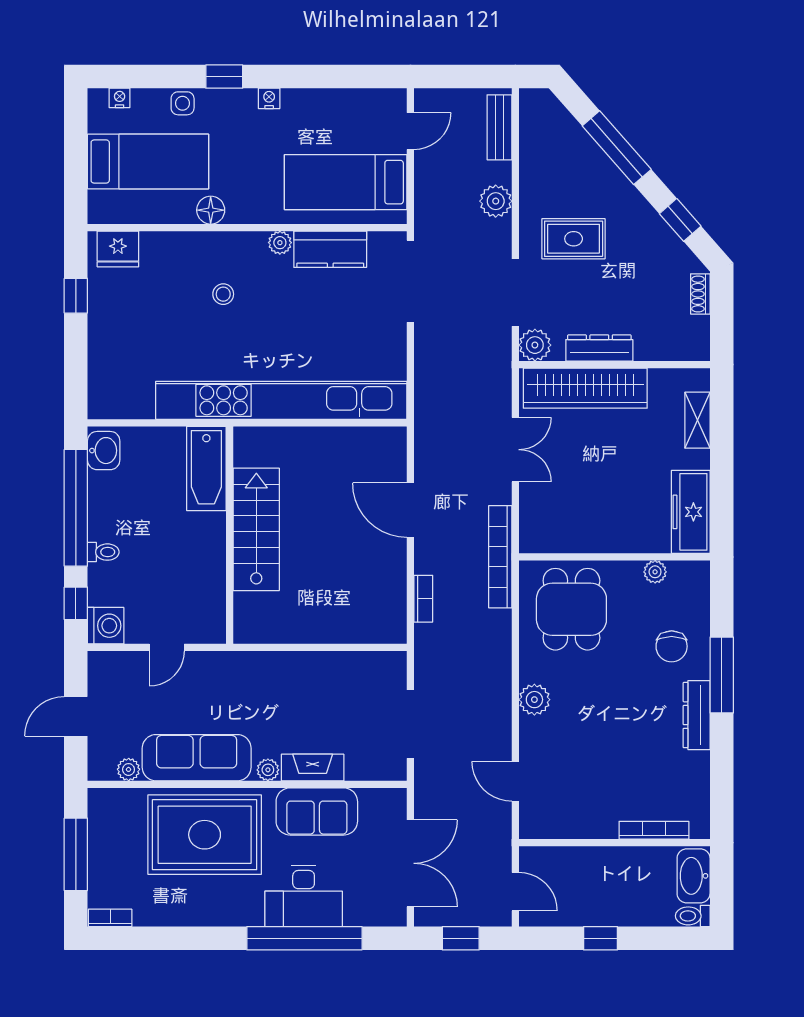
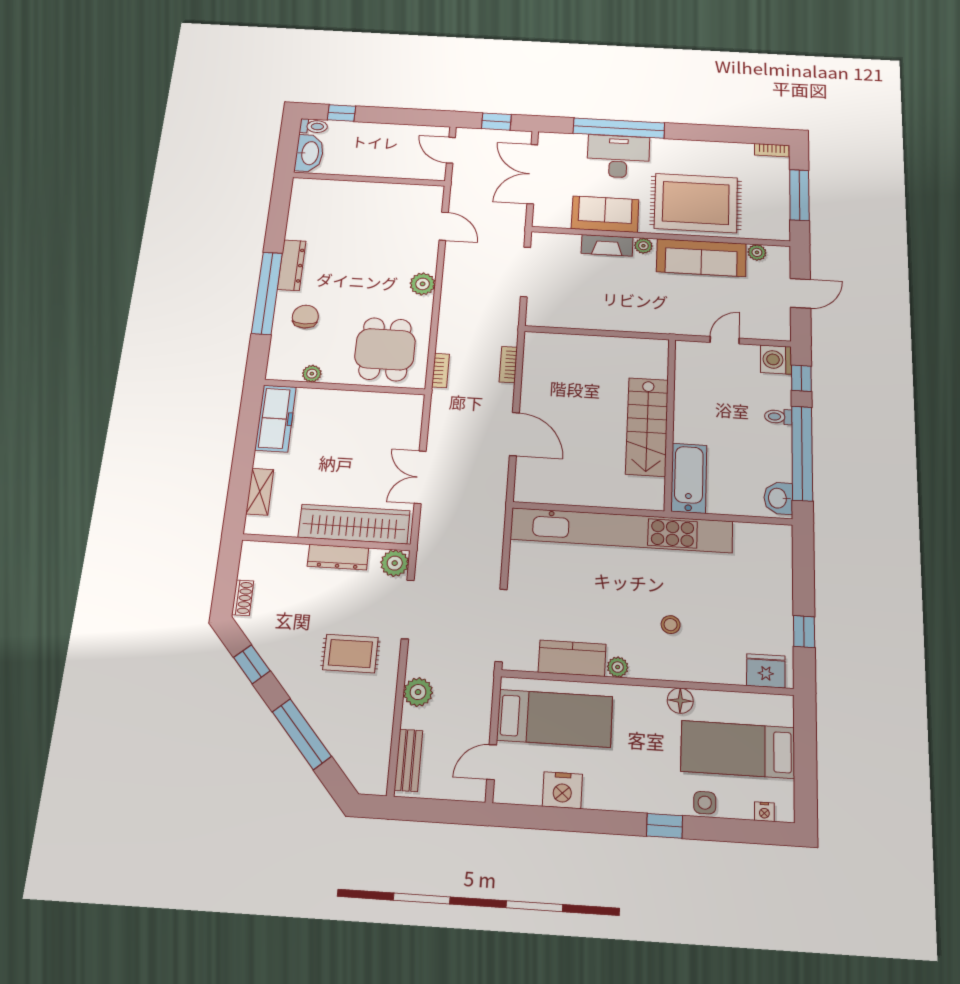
nightstand: (269, 98) -> (562, 790), moved, width x1.89, depth x1.79
bookcase: (500, 557) -> (441, 370), width x0.43, depth x0.76
window: (722, 675) -> (267, 293), width x1.46
bookcase: (654, 830) -> (337, 186), removed
window: (600, 938) -> (342, 113), moved

